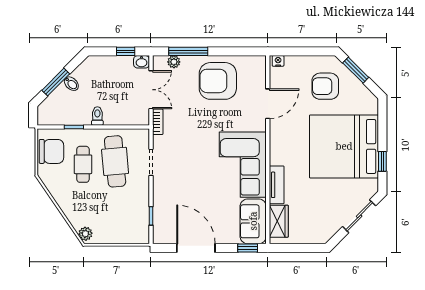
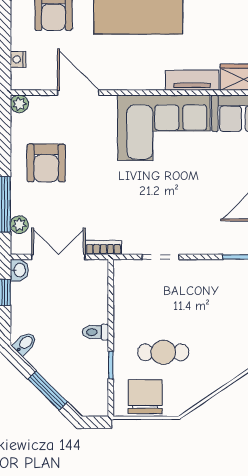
nightstand: (278, 61) -> (18, 59), moved
plant: (260, 62) -> (19, 104), added
armchair: (218, 81) -> (46, 163), width x0.73, depth x0.73
bidet: (71, 84) -> (25, 344), moved
cafe table: (115, 161) -> (159, 307), removed

